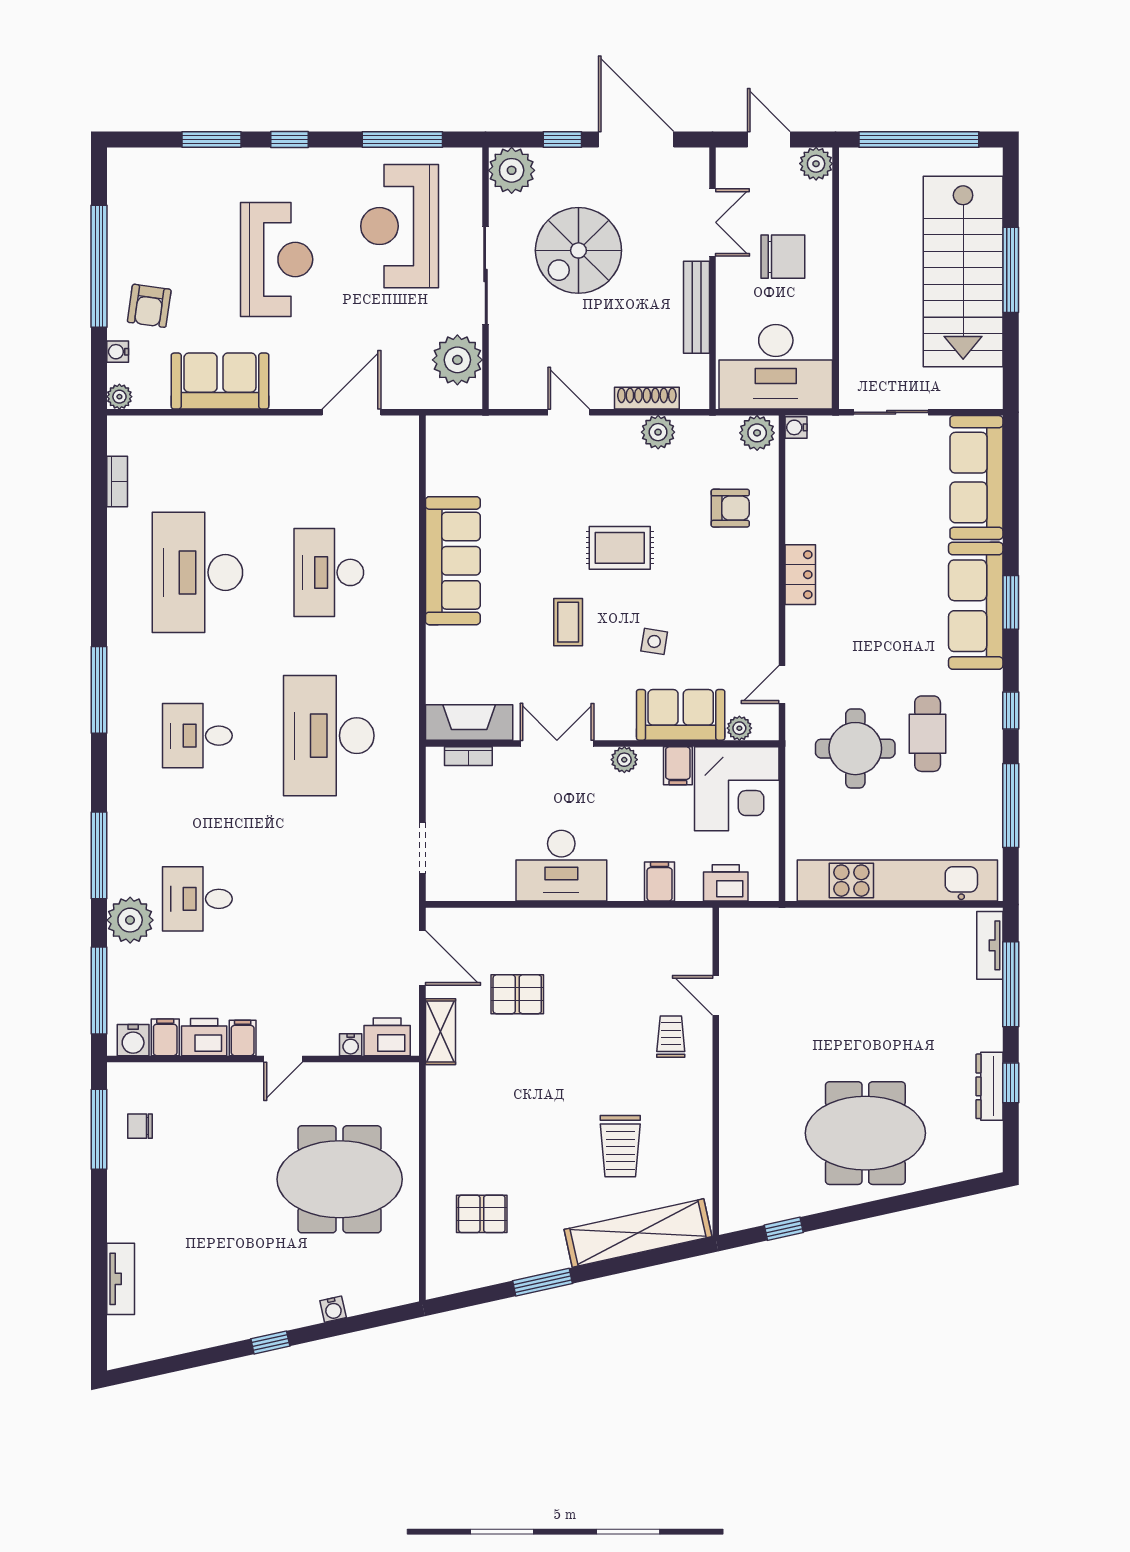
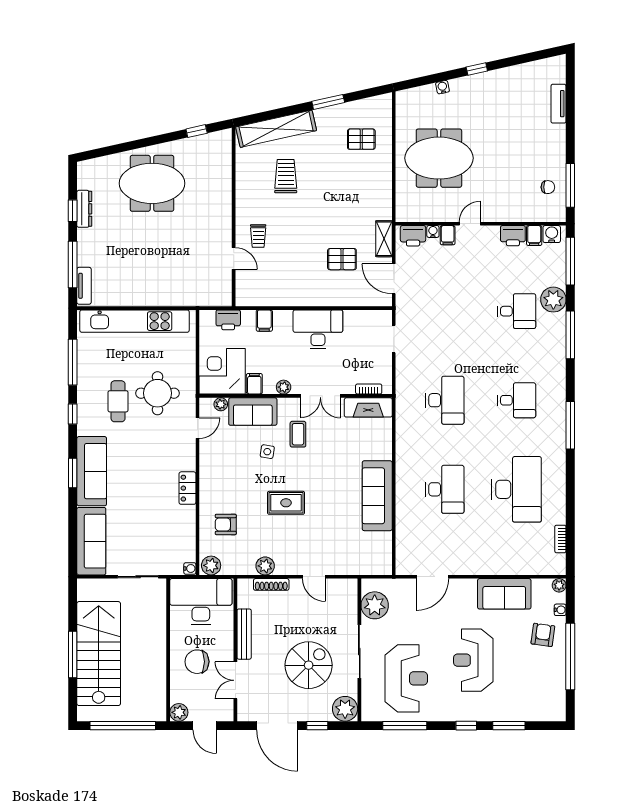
coffee table: (568, 622) -> (298, 434), moved
desk: (329, 736) -> (445, 400), width x0.73, depth x0.77
filing cabinet: (243, 1038) -> (448, 235), moved

